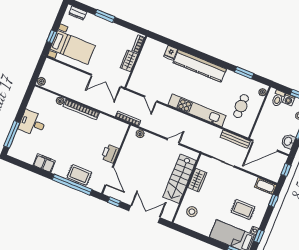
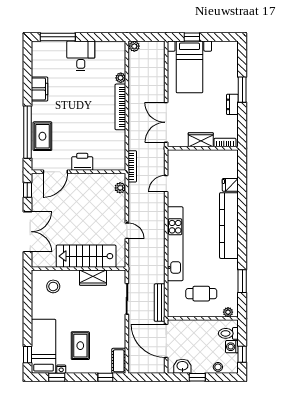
dresser: (78, 13) -> (232, 104), moved
window: (286, 170) -> (148, 377), removed

